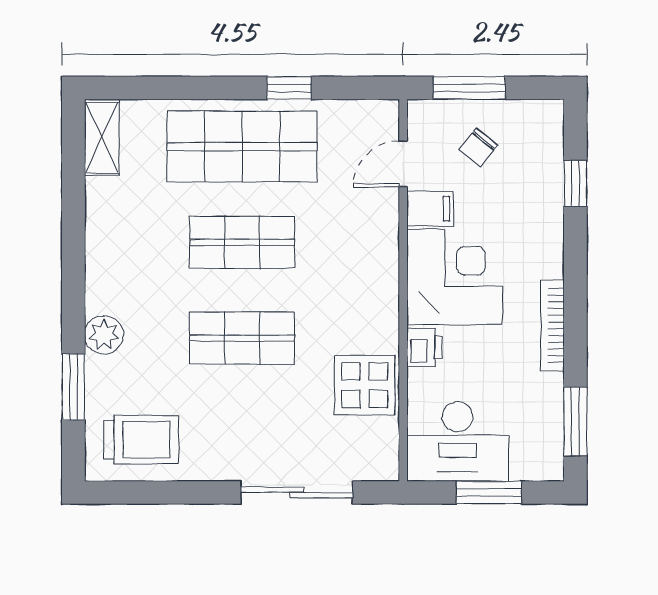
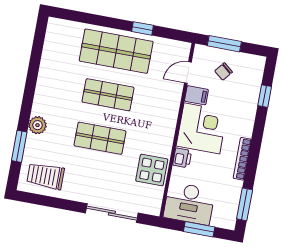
shelving: (102, 137) -> (53, 35), removed
trolley: (141, 440) -> (46, 176), turned 180

